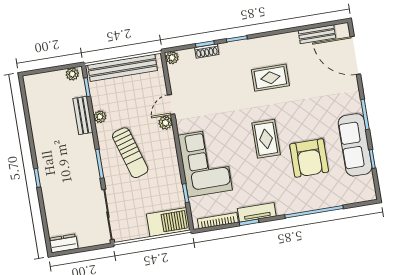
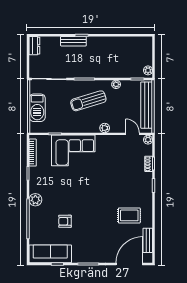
rug: (270, 78) -> (129, 215), moved, turned 90
door: (171, 105) -> (133, 134), moved
bench: (83, 115) -> (73, 41), moved
rug: (266, 139) -> (83, 194), removed
sofa: (355, 145) -> (50, 254), moved
armchair: (309, 158) -> (65, 221), width x0.53, depth x0.53
plant: (285, 206) -> (35, 200), added
tv unit: (257, 212) -> (34, 180), removed
barbecue: (168, 222) -> (37, 108), moved

